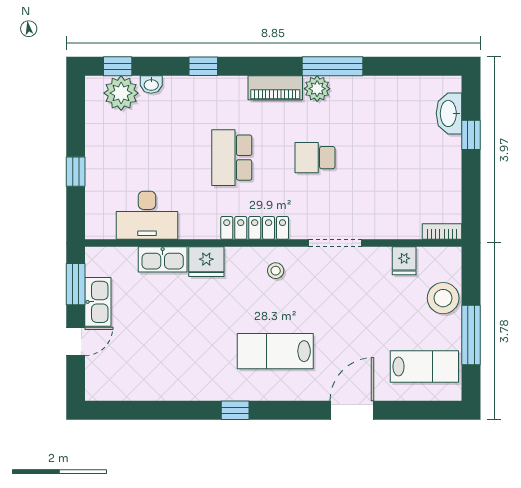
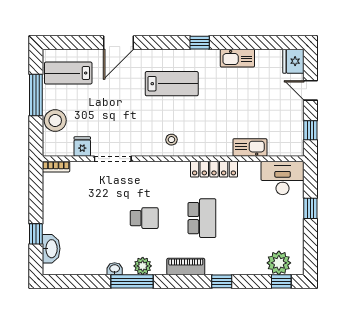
washbasin: (151, 84) -> (115, 269), moved
piano: (275, 88) -> (186, 267), moved
desk: (147, 215) -> (283, 178), moved
locker: (255, 228) -> (214, 169), moved
doorway: (335, 243) -> (113, 159), moved
fridge: (206, 262) -> (293, 61), moved, turned -90
window: (76, 284) -> (310, 130), width x0.67
kitchen sink: (98, 302) -> (237, 58), moved, turned -90
door: (76, 341) -> (310, 90), hinge flipped

